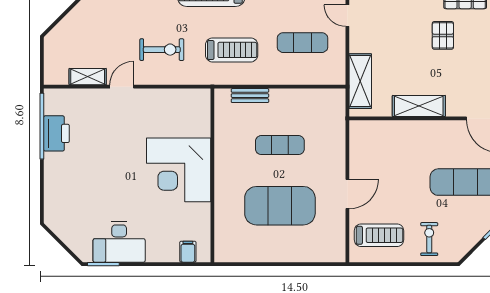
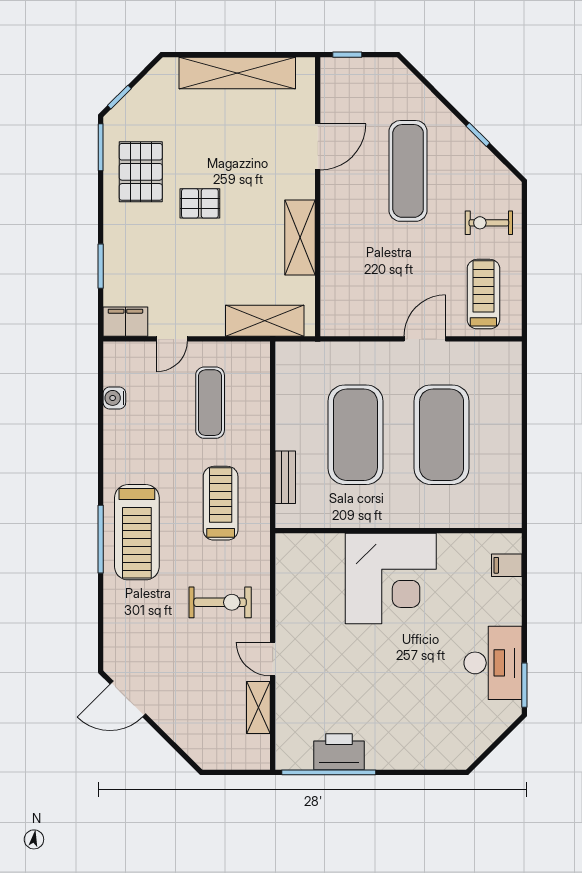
exercise bike: (162, 50) -> (220, 602), turned 90
exercise mat: (280, 145) -> (355, 435), width x2.00, depth x1.45
door: (347, 194) -> (425, 339), hinge flipped

